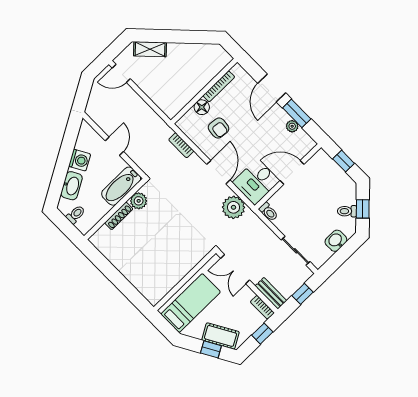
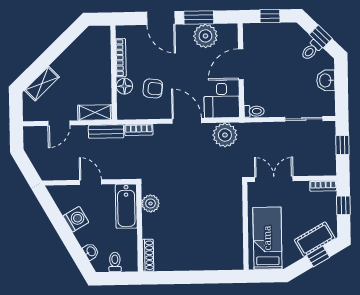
door: (121, 73) -> (59, 123), moved
shelving: (165, 104) -> (95, 112), added
plant: (292, 126) -> (205, 36), width x1.87, depth x1.87
washbasin: (72, 186) -> (91, 251), width x0.52, depth x0.69
shoe rack: (119, 216) -> (148, 255), moved
double door: (235, 269) -> (274, 179), swing flipped
bench: (271, 293) -> (106, 132), moved

